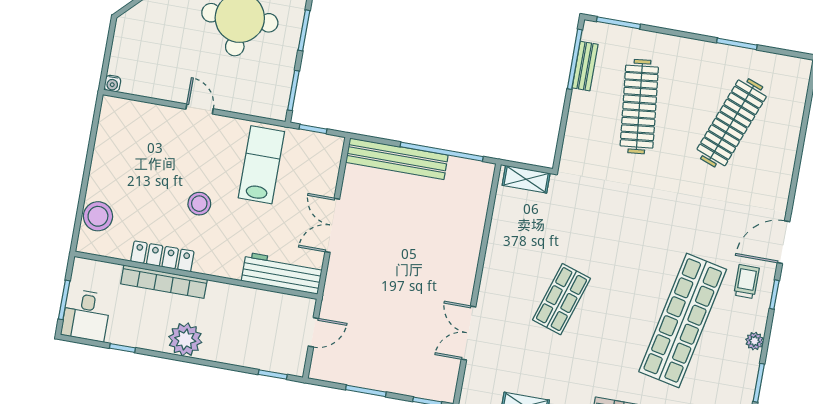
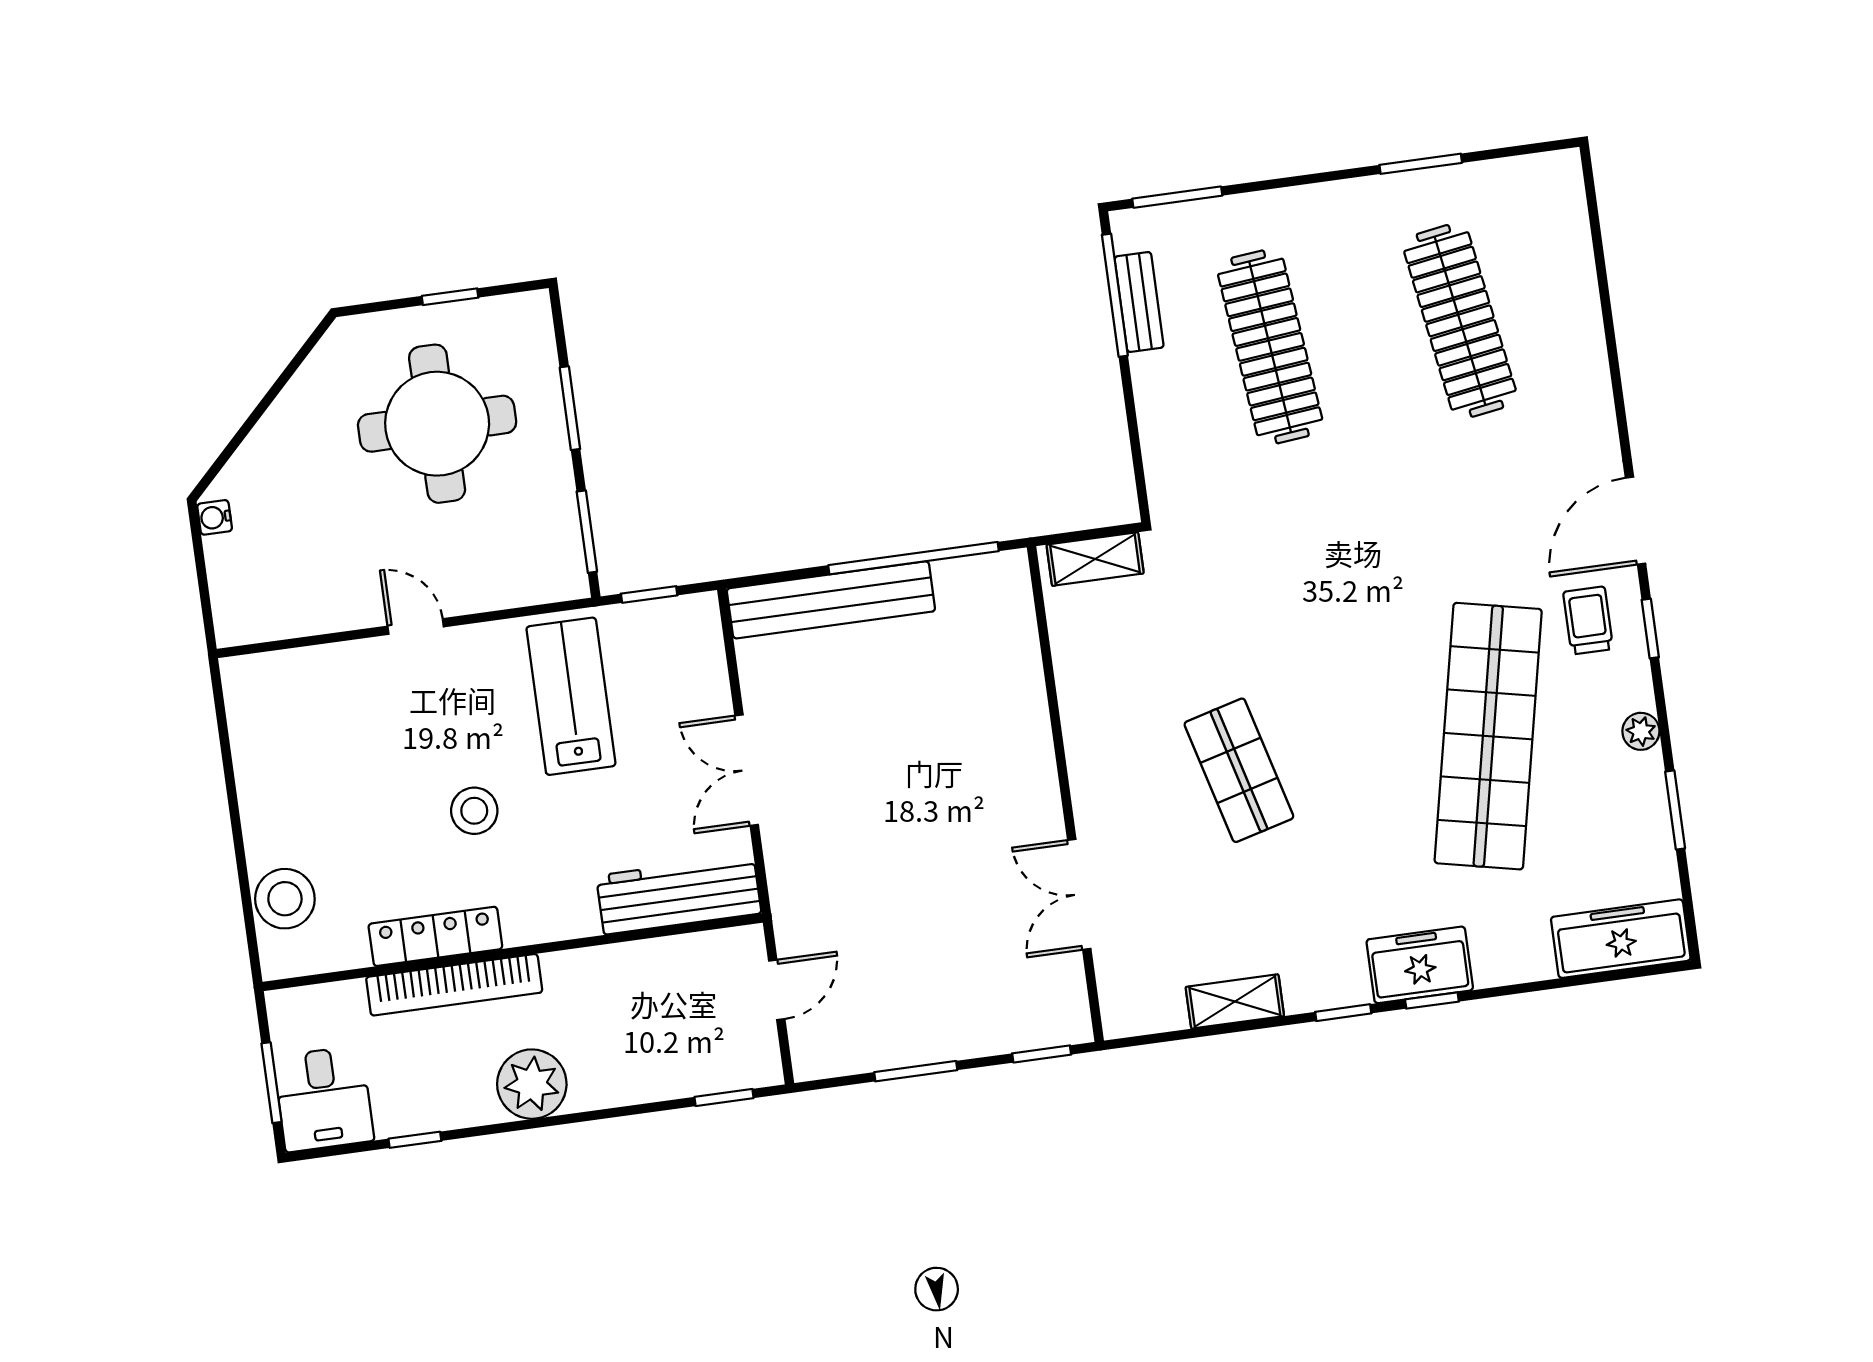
water cooler: (112, 83) -> (215, 517), moved, turned 90
clothes rail: (732, 123) -> (1460, 321), turned -30
shop shelf: (562, 299) -> (1239, 770), turned -33

